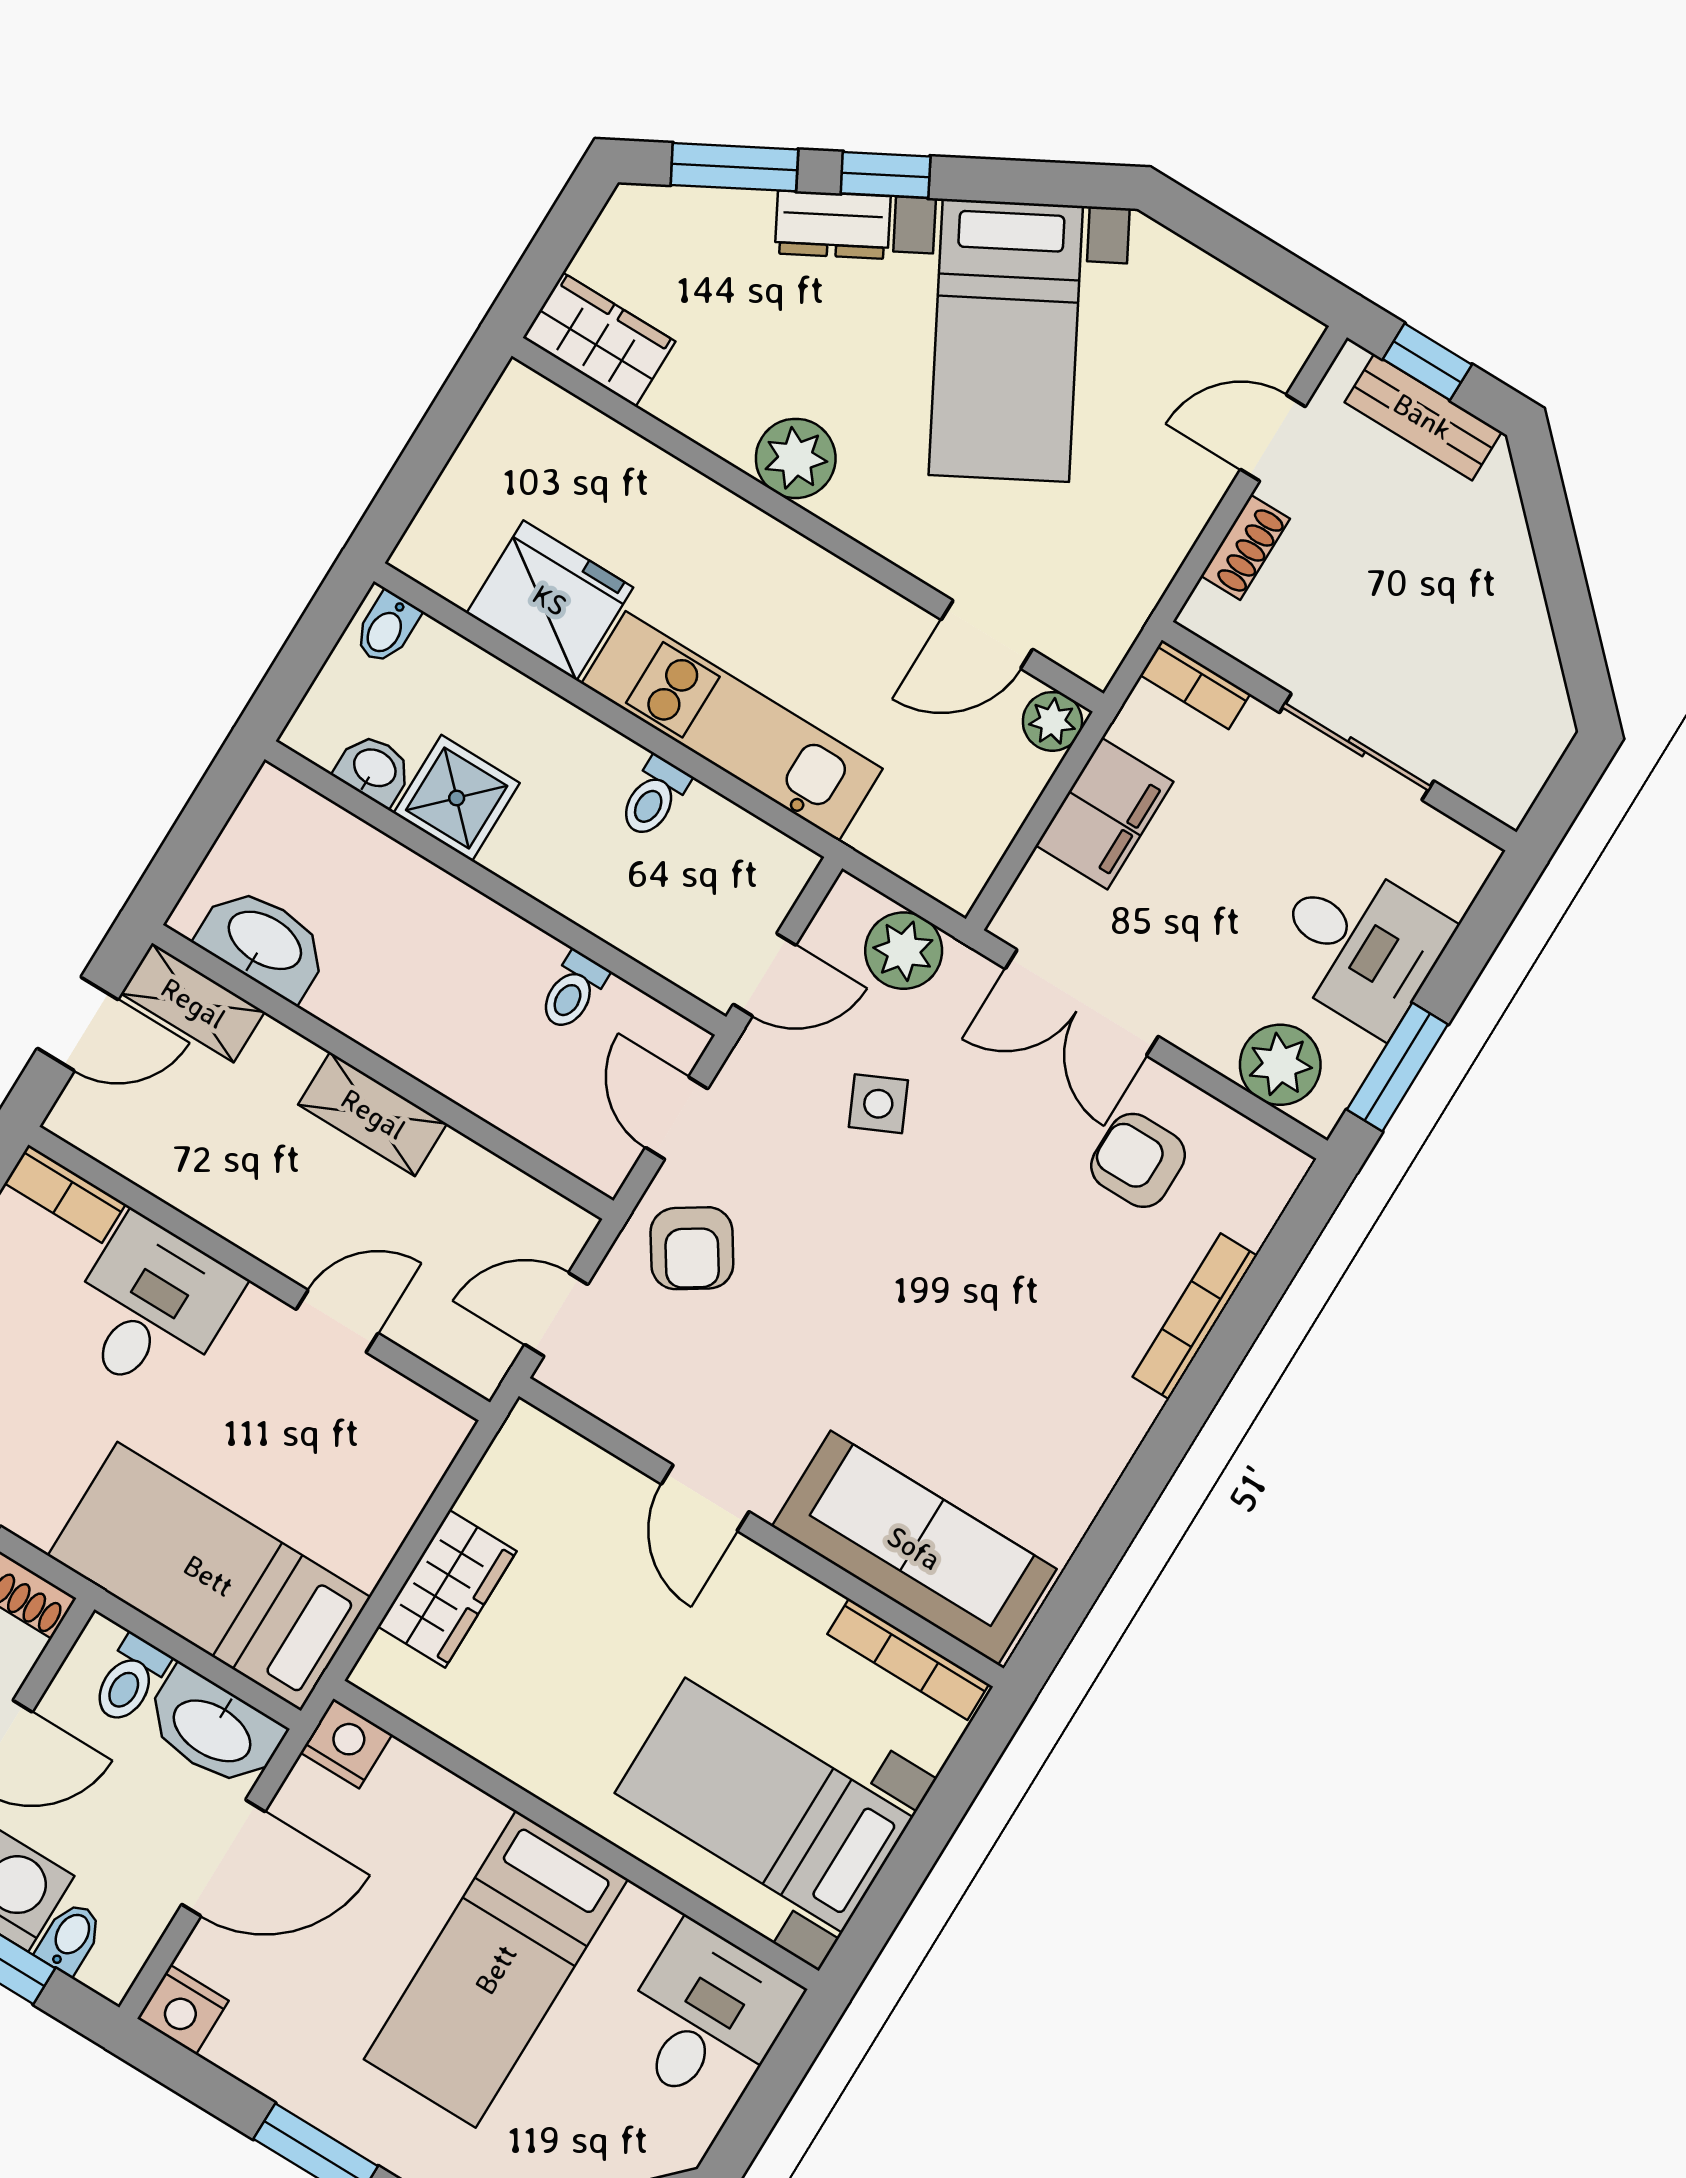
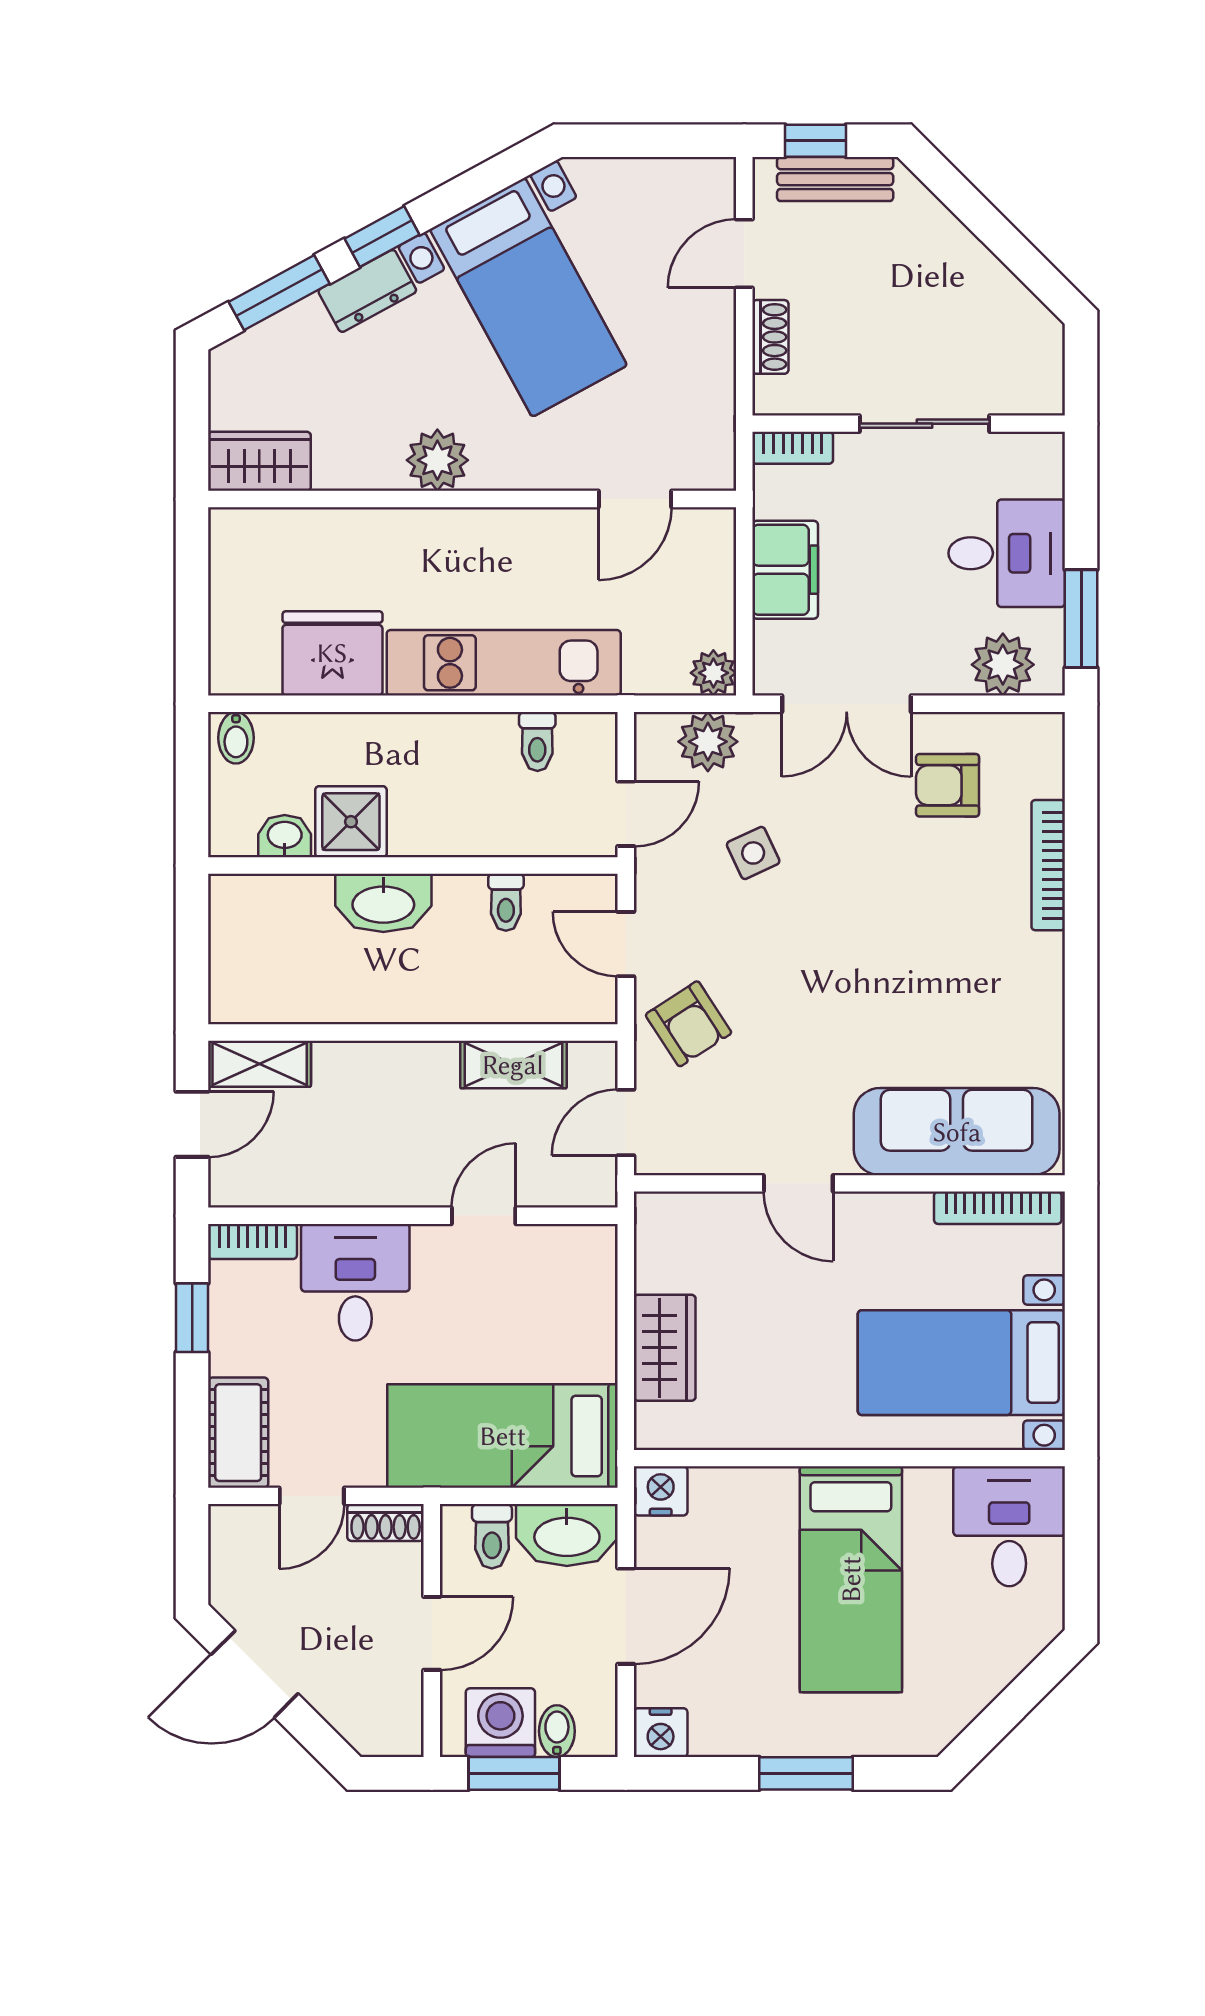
plant: (1052, 721) -> (713, 673), moved
toilet: (654, 797) -> (537, 741), moved
washbasin: (264, 942) -> (383, 903), moved, turned 180
shelving: (373, 1114) -> (513, 1065), moved

